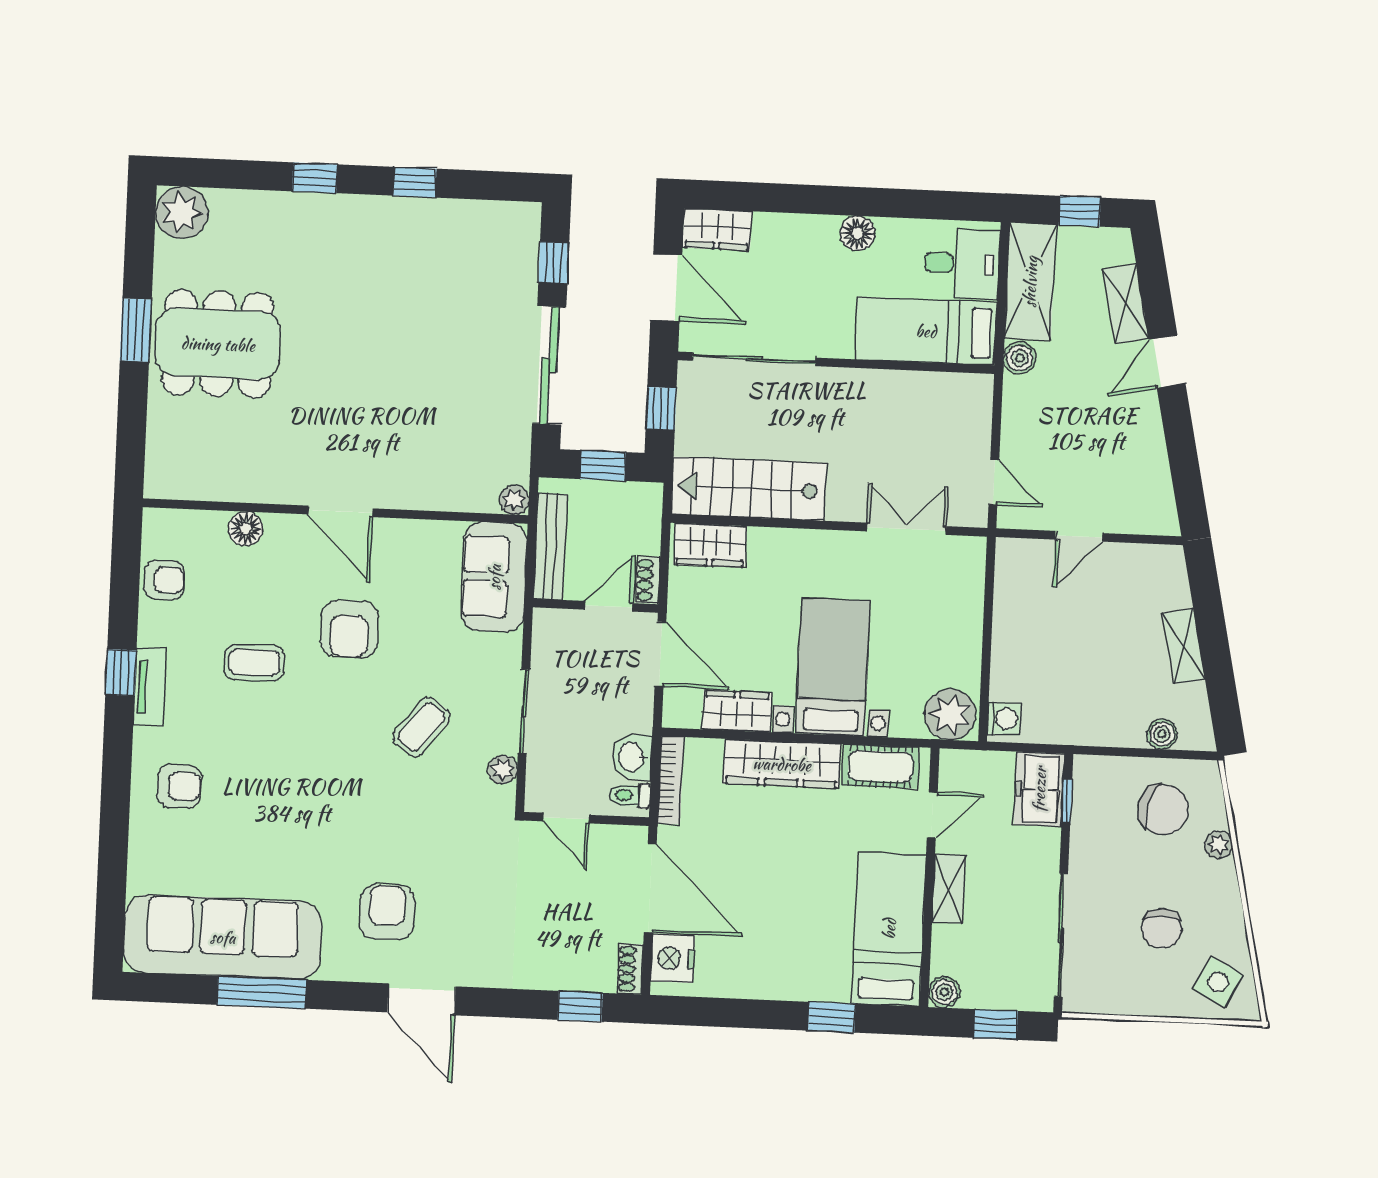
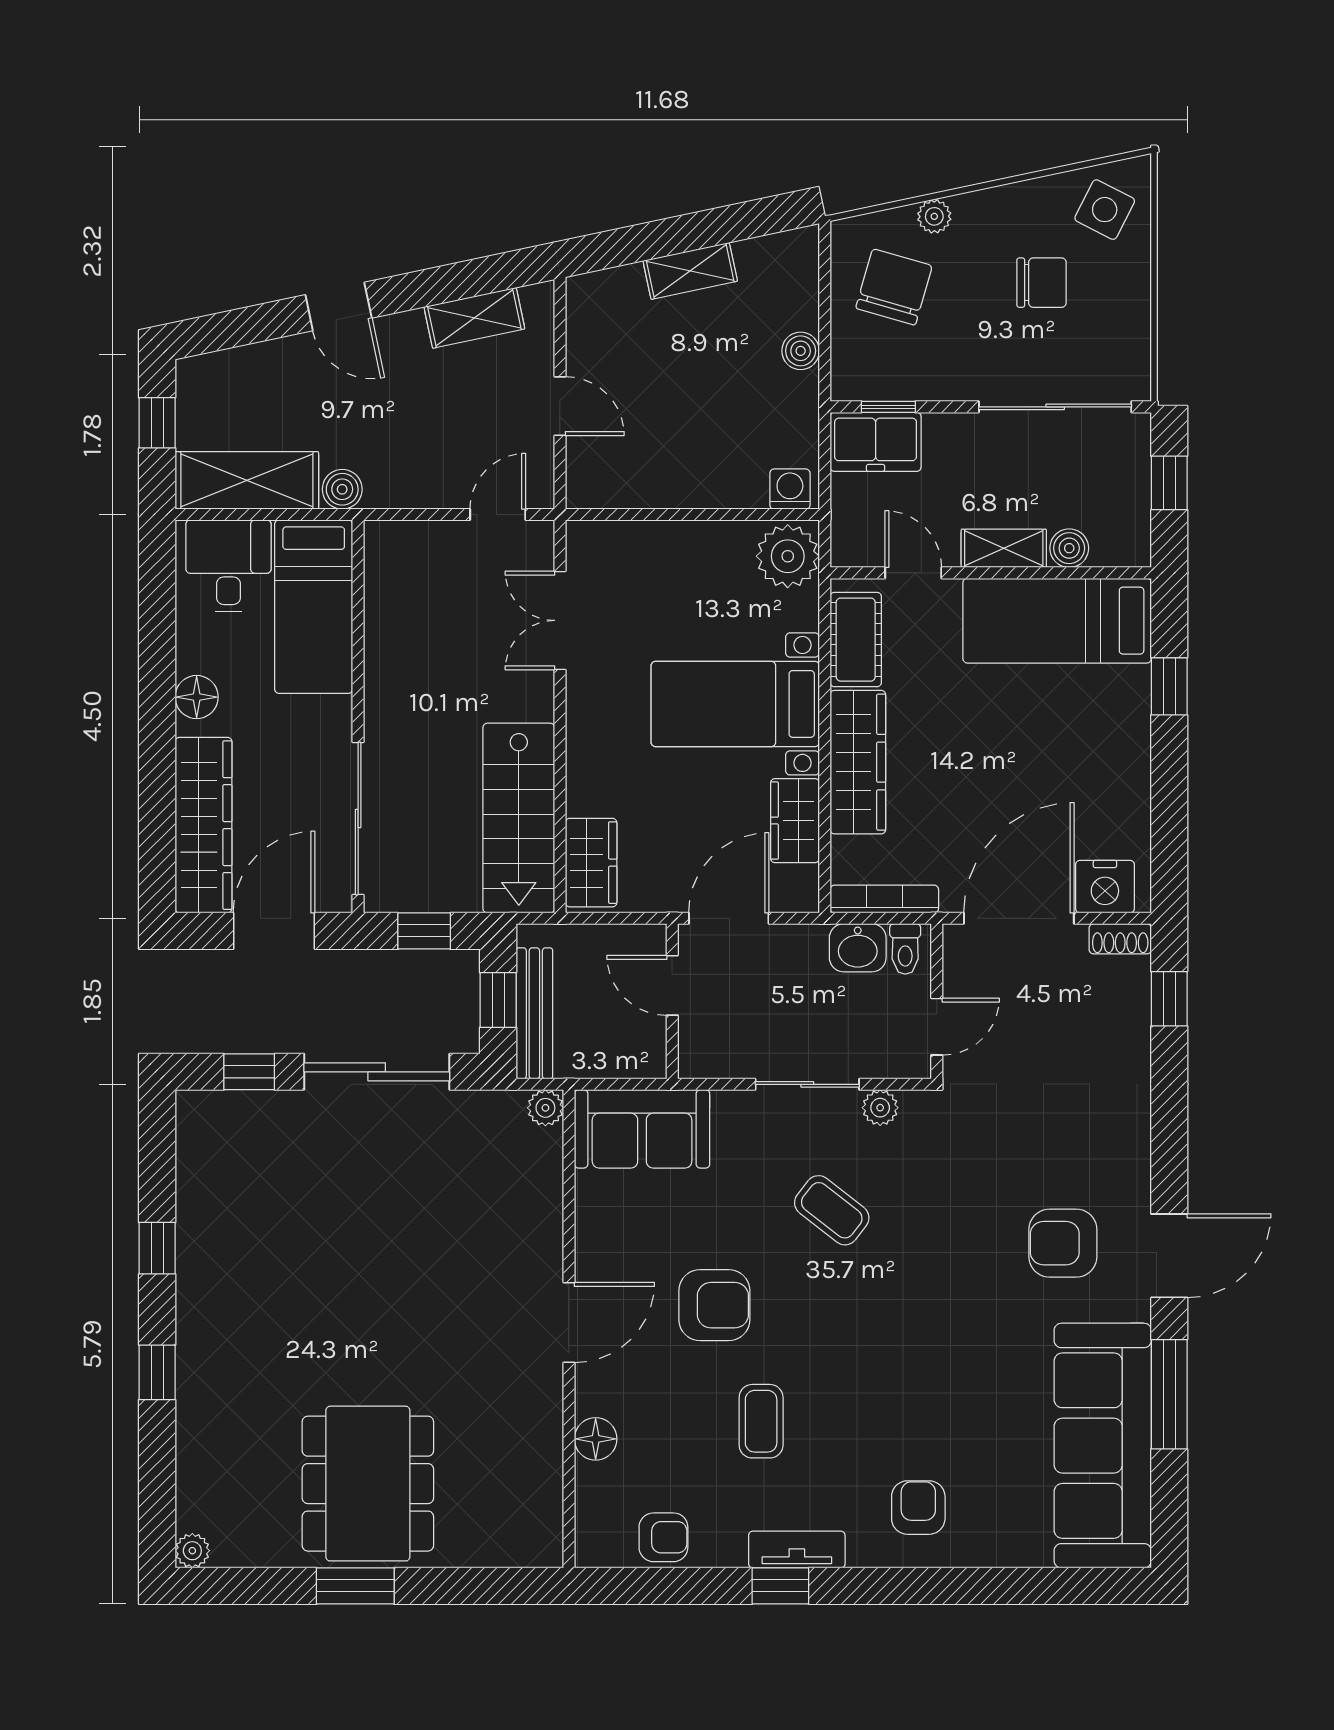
plant: (182, 213) -> (192, 1551), width x0.53, depth x0.53
wardrobe: (717, 229) -> (203, 825), width x2.10, depth x1.17
shelving: (1125, 304) -> (474, 318), moved
bench: (550, 547) -> (534, 1013), moved, turned 90
armchair: (164, 580) -> (663, 1537), turned 90
shoe rack: (648, 580) -> (637, 938), removed
boiler: (1162, 734) -> (801, 351), moved
boiler: (944, 992) -> (1069, 548), moved
door: (421, 999) -> (1169, 1256), moved

